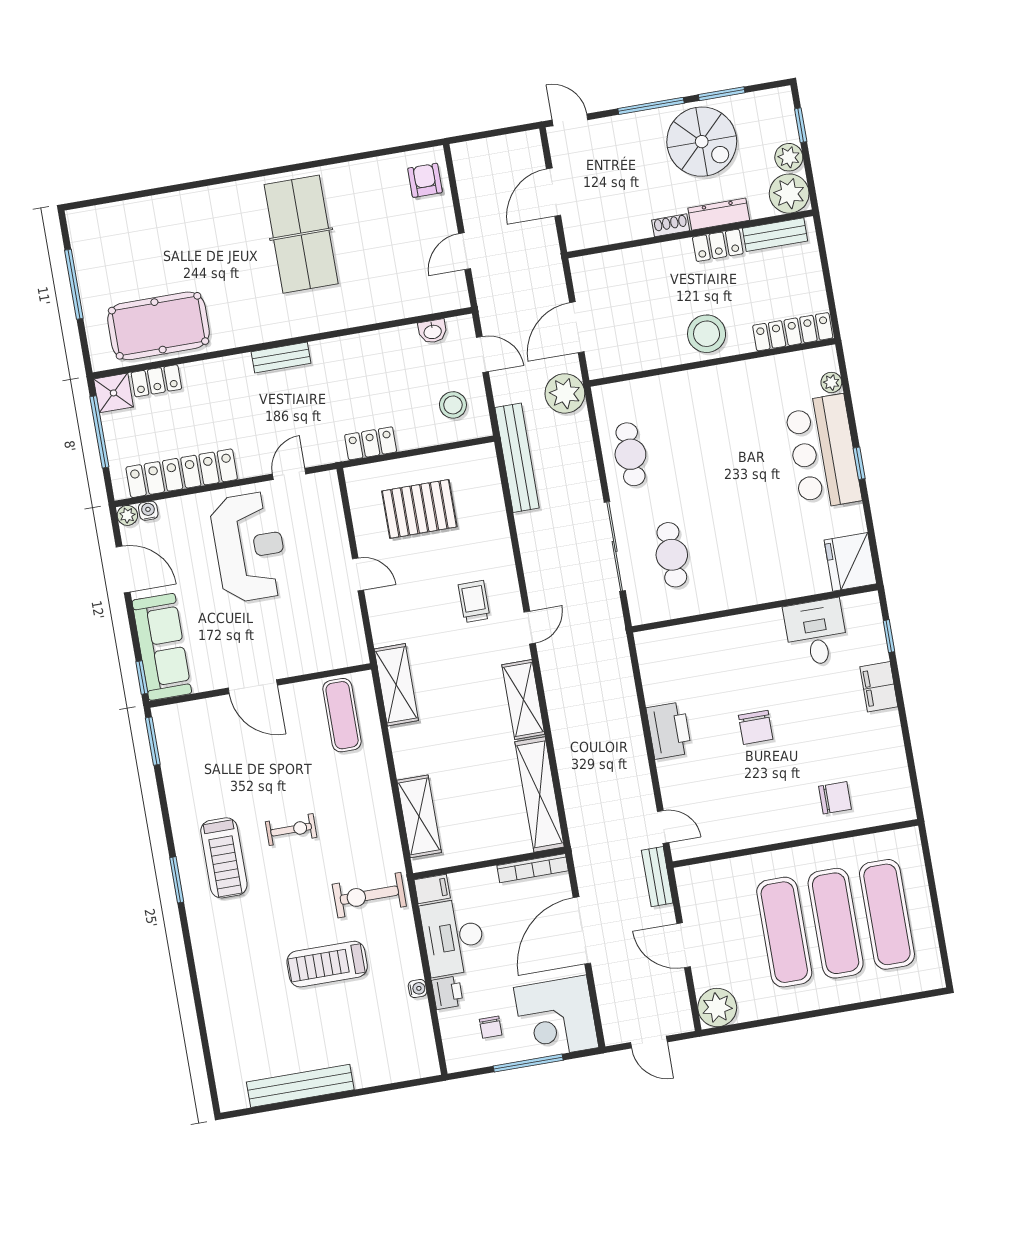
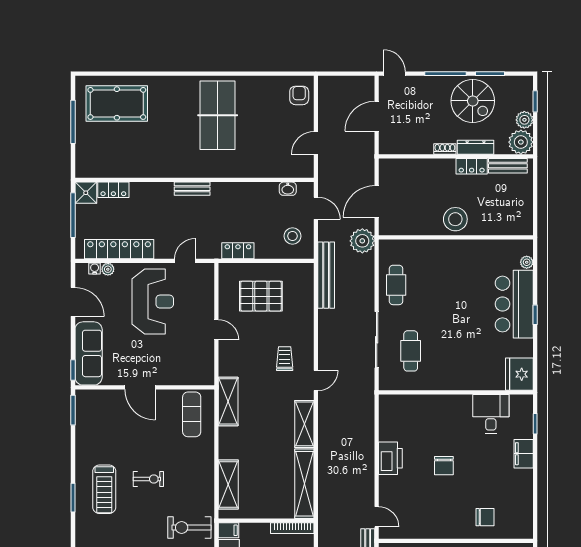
pool table: (159, 326) -> (117, 103), moved
locker: (793, 332) -> (508, 227), removed
plant: (127, 515) -> (108, 269), moved

